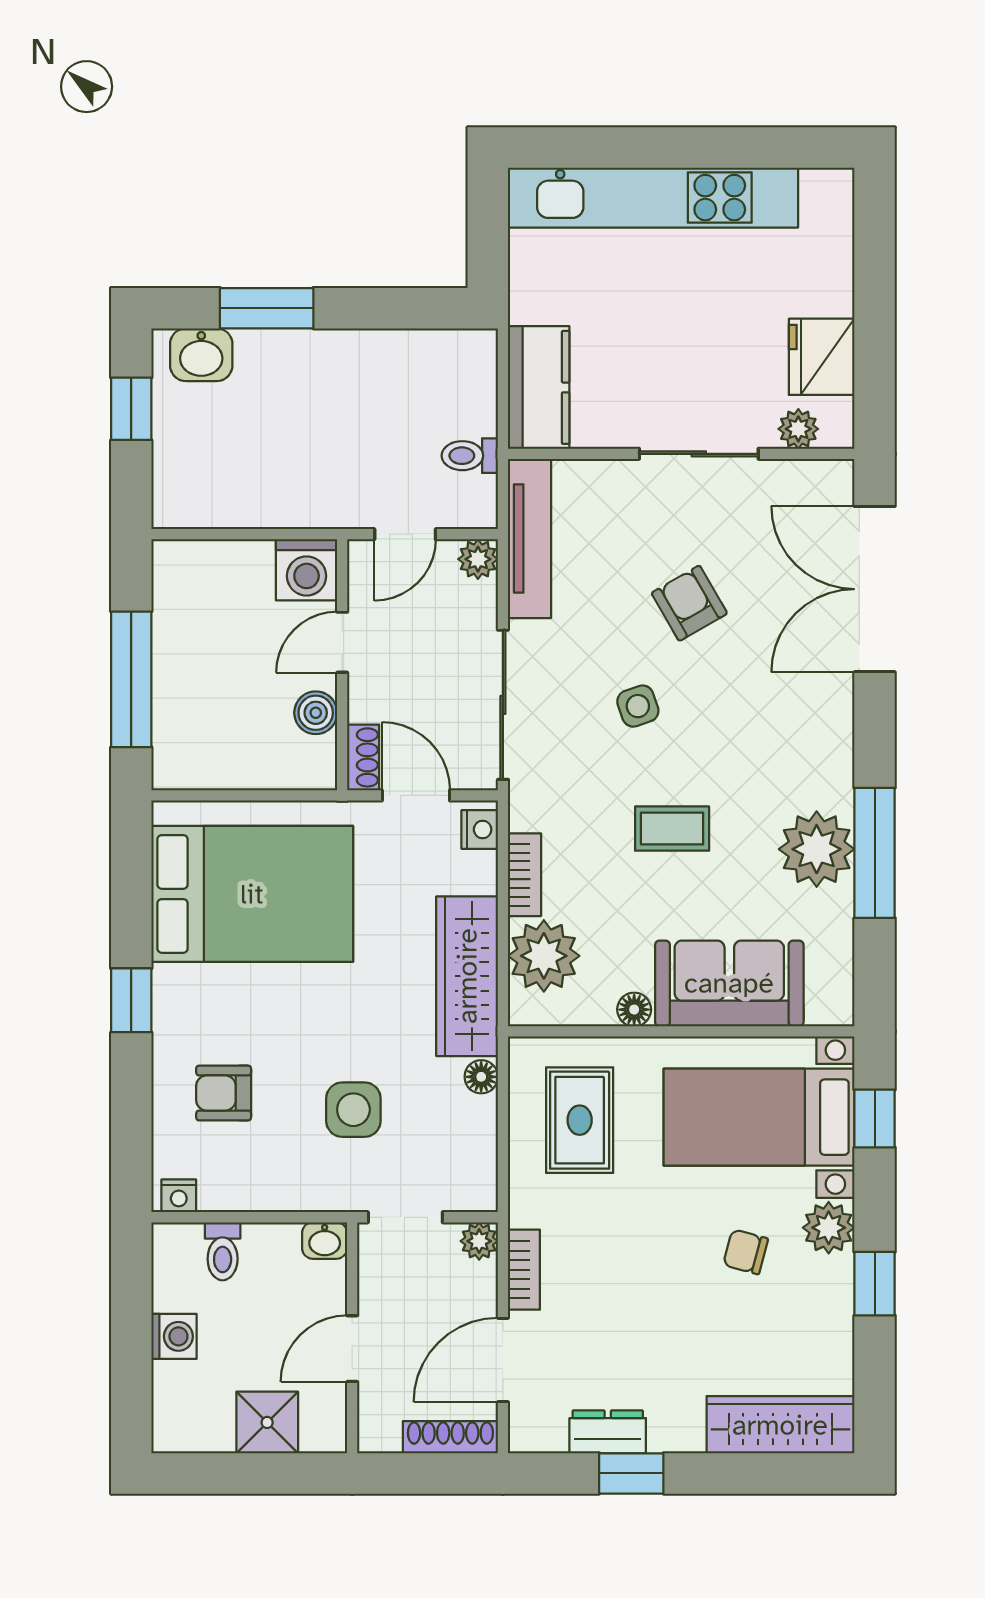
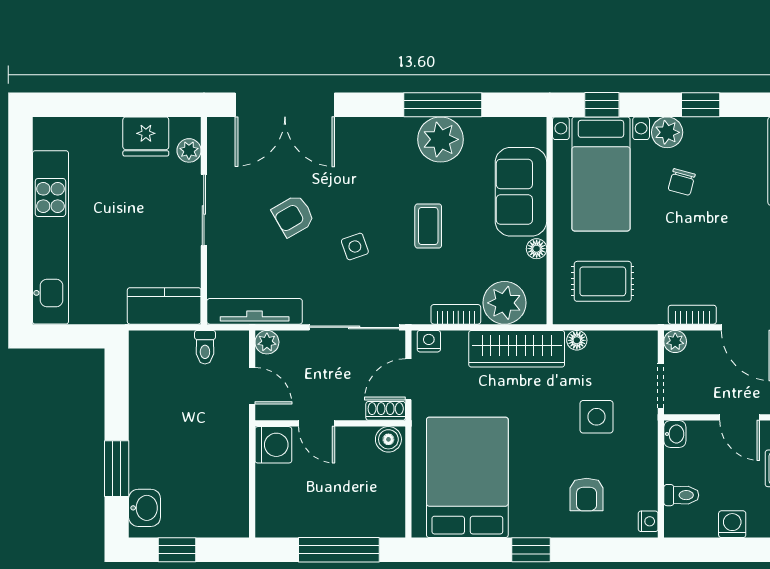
boiler: (316, 713) -> (388, 439), moved

